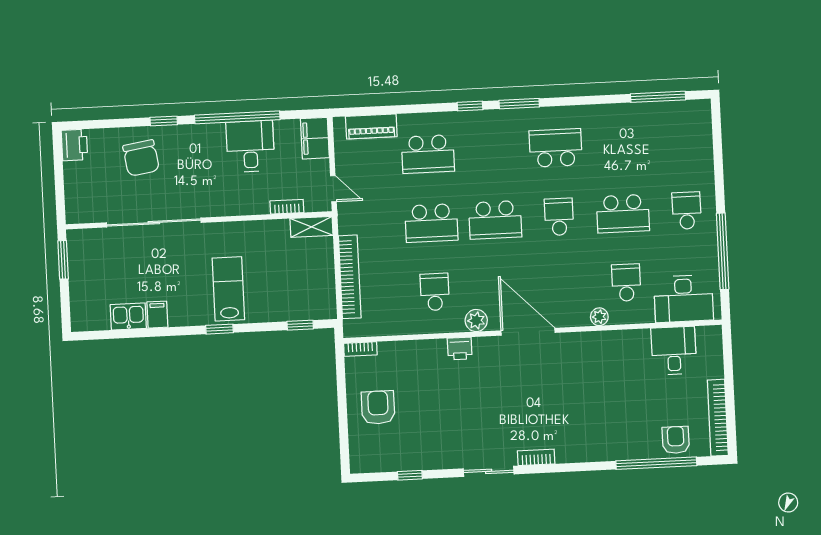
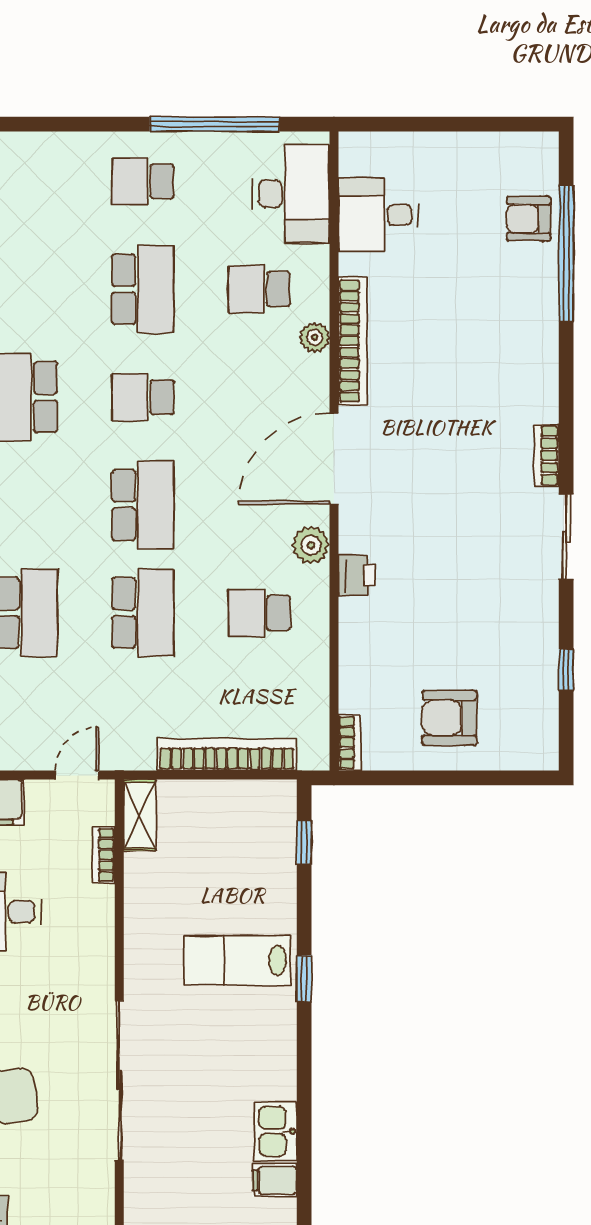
filing cabinet: (157, 315) -> (275, 1180), moved
bookcase: (718, 418) -> (353, 341), moved, turned -90

